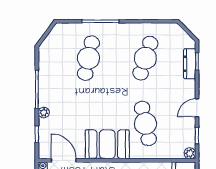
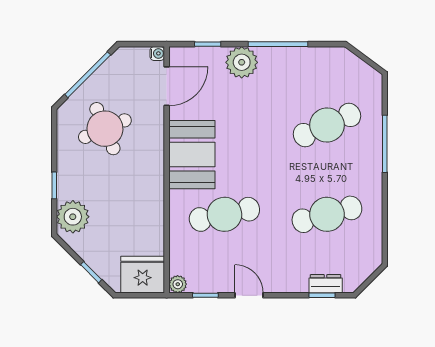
cafe table: (88, 58) -> (327, 125), turned -36
cafe table: (145, 58) -> (327, 214), turned -33
dresser: (190, 64) -> (326, 284), width x0.70
plant: (44, 113) -> (242, 62), width x1.88, depth x1.88

